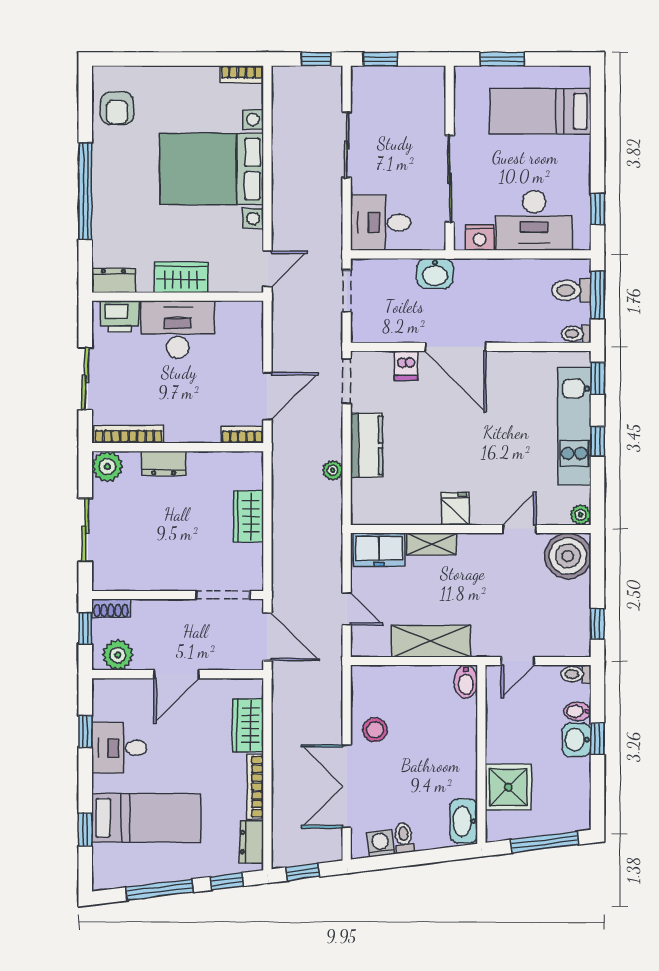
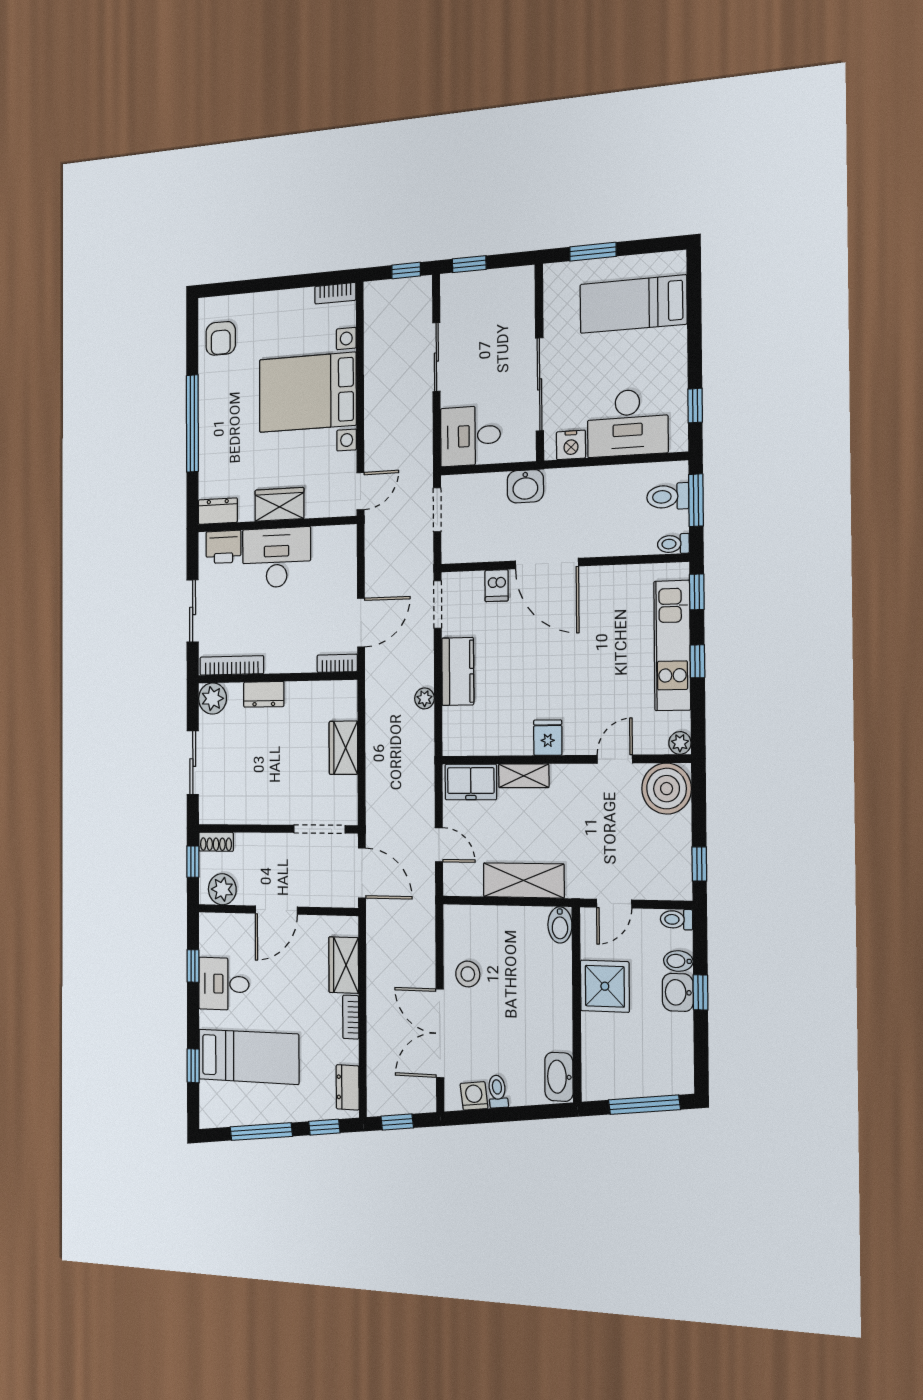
bookcase: (255, 787) -> (351, 1017), width x0.64
shower: (508, 787) -> (605, 986), moved

